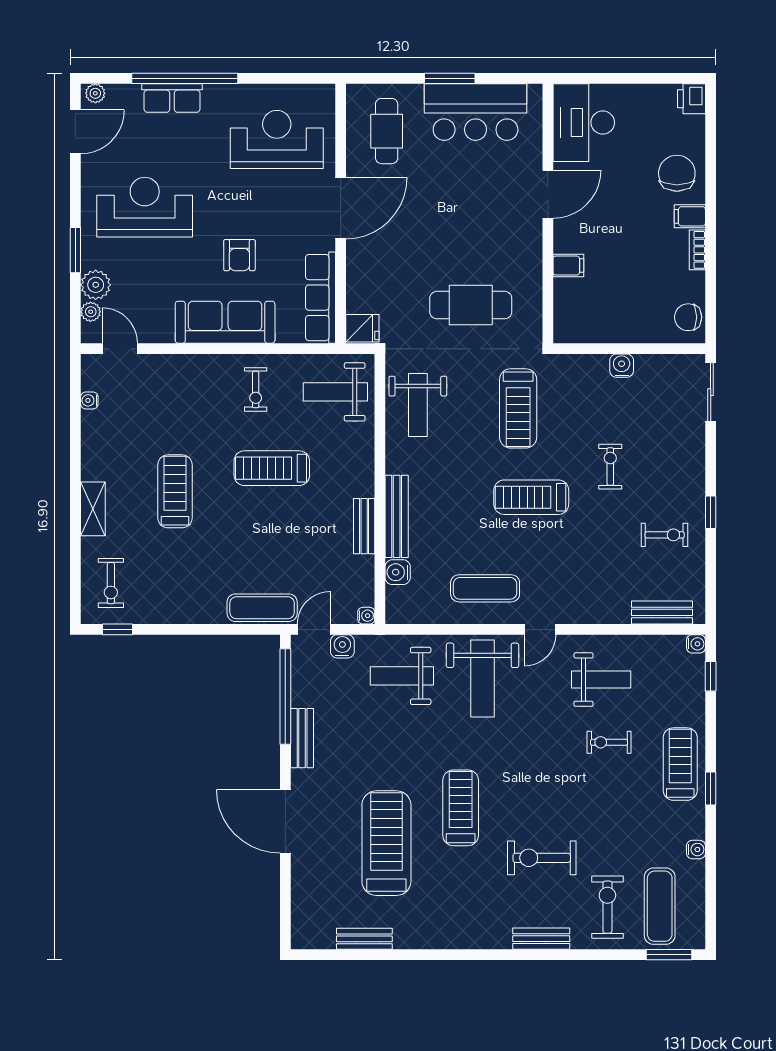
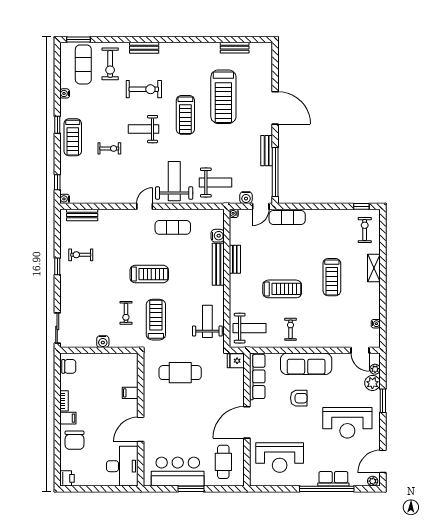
armchair: (239, 255) -> (299, 398), turned 90
exercise bike: (610, 467) -> (126, 313), moved
weight bench: (601, 680) -> (143, 129), moved

